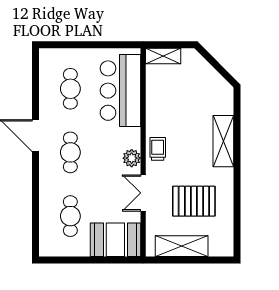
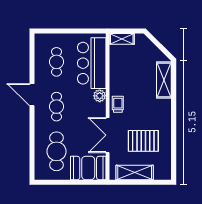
shelving: (223, 141) -> (164, 80), moved
plant: (132, 158) -> (100, 96), moved
double door: (143, 193) -> (108, 135), width x1.37
cafe table: (70, 216) -> (56, 151), width x1.37, depth x1.35

